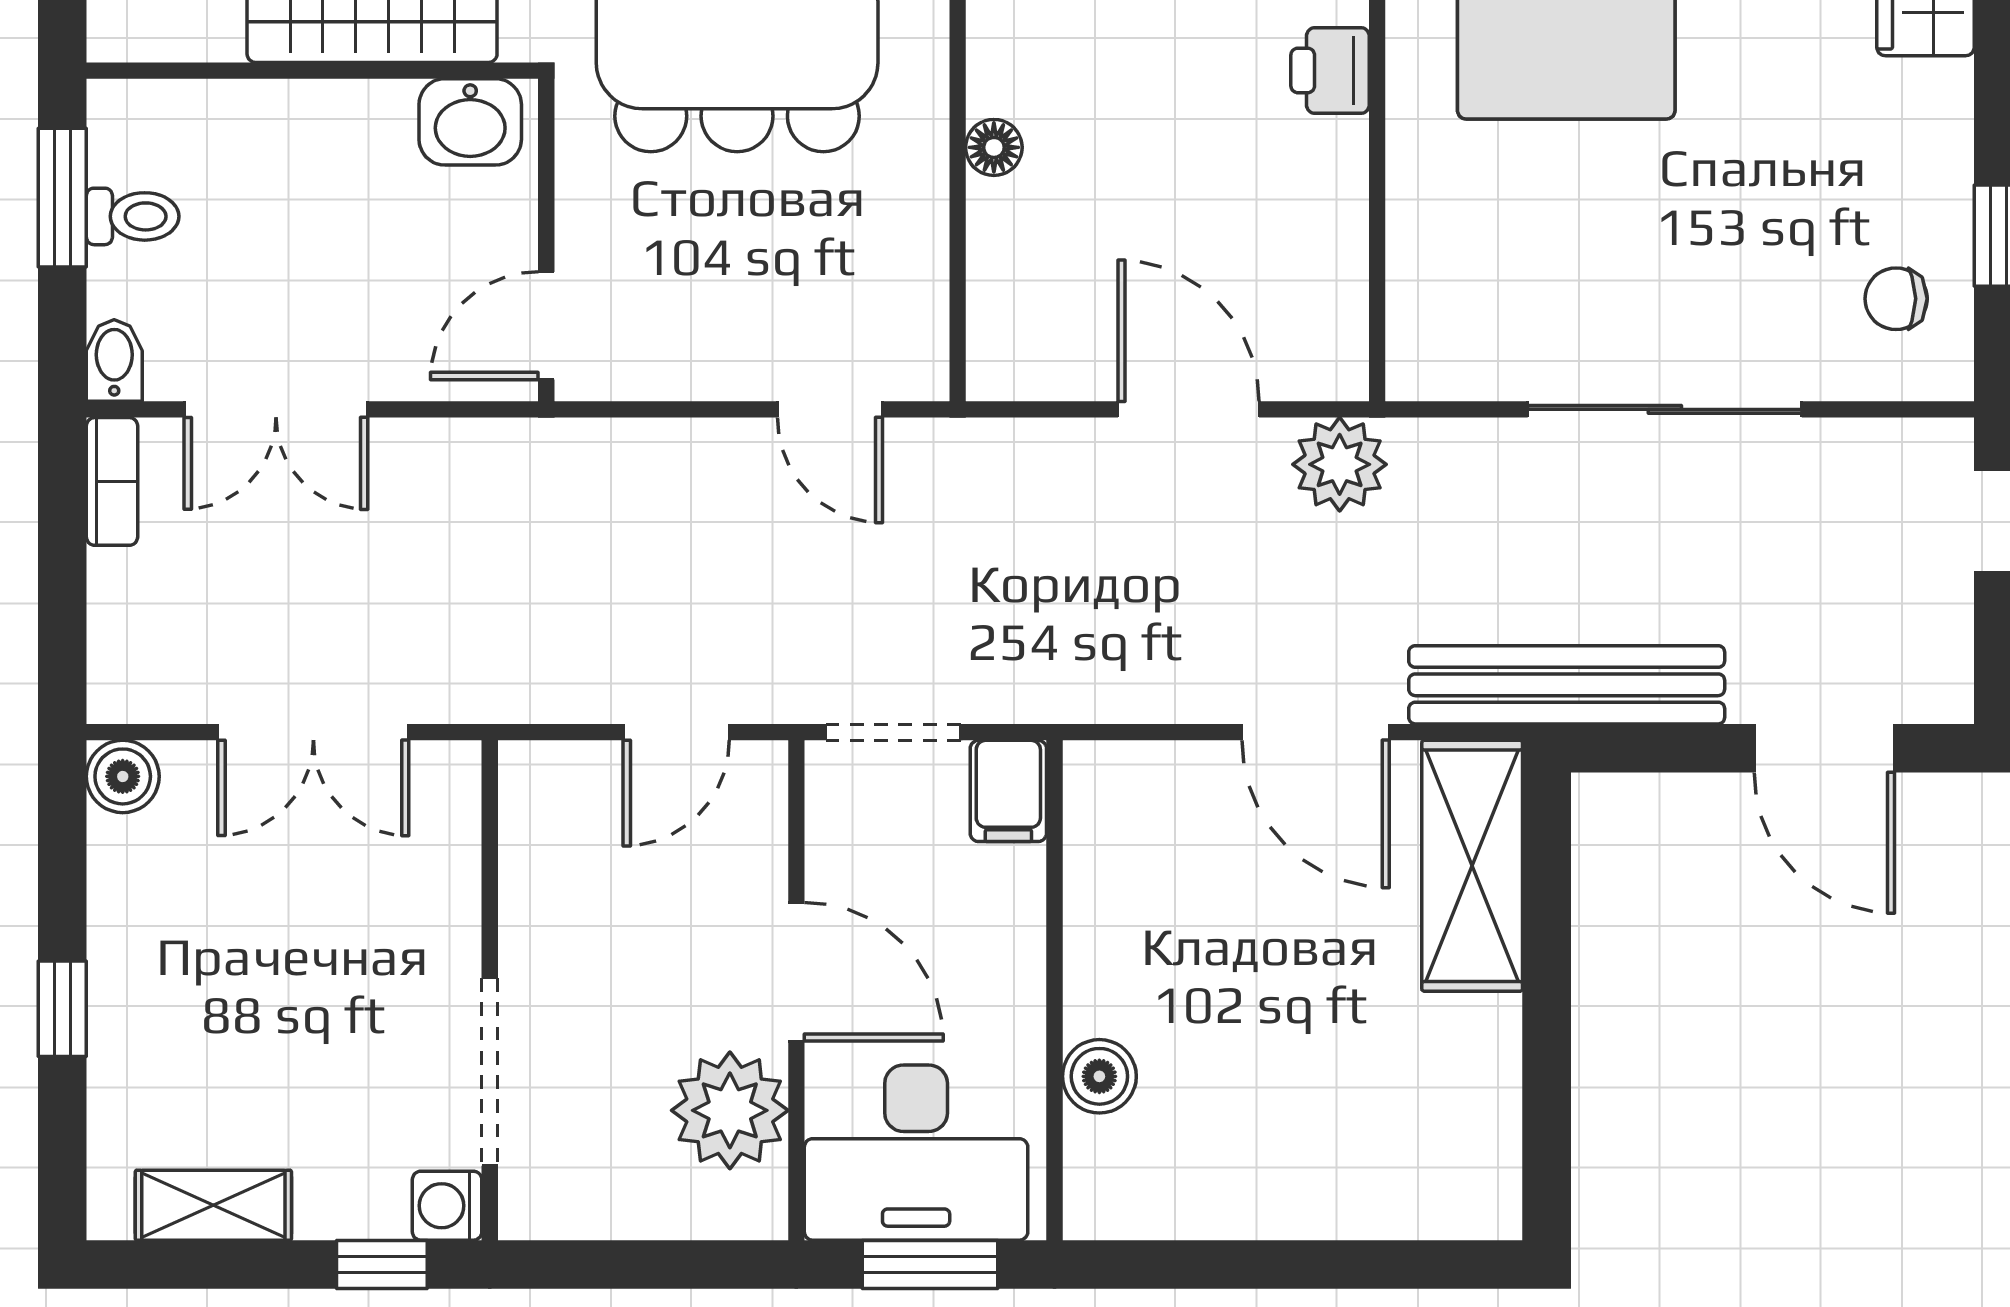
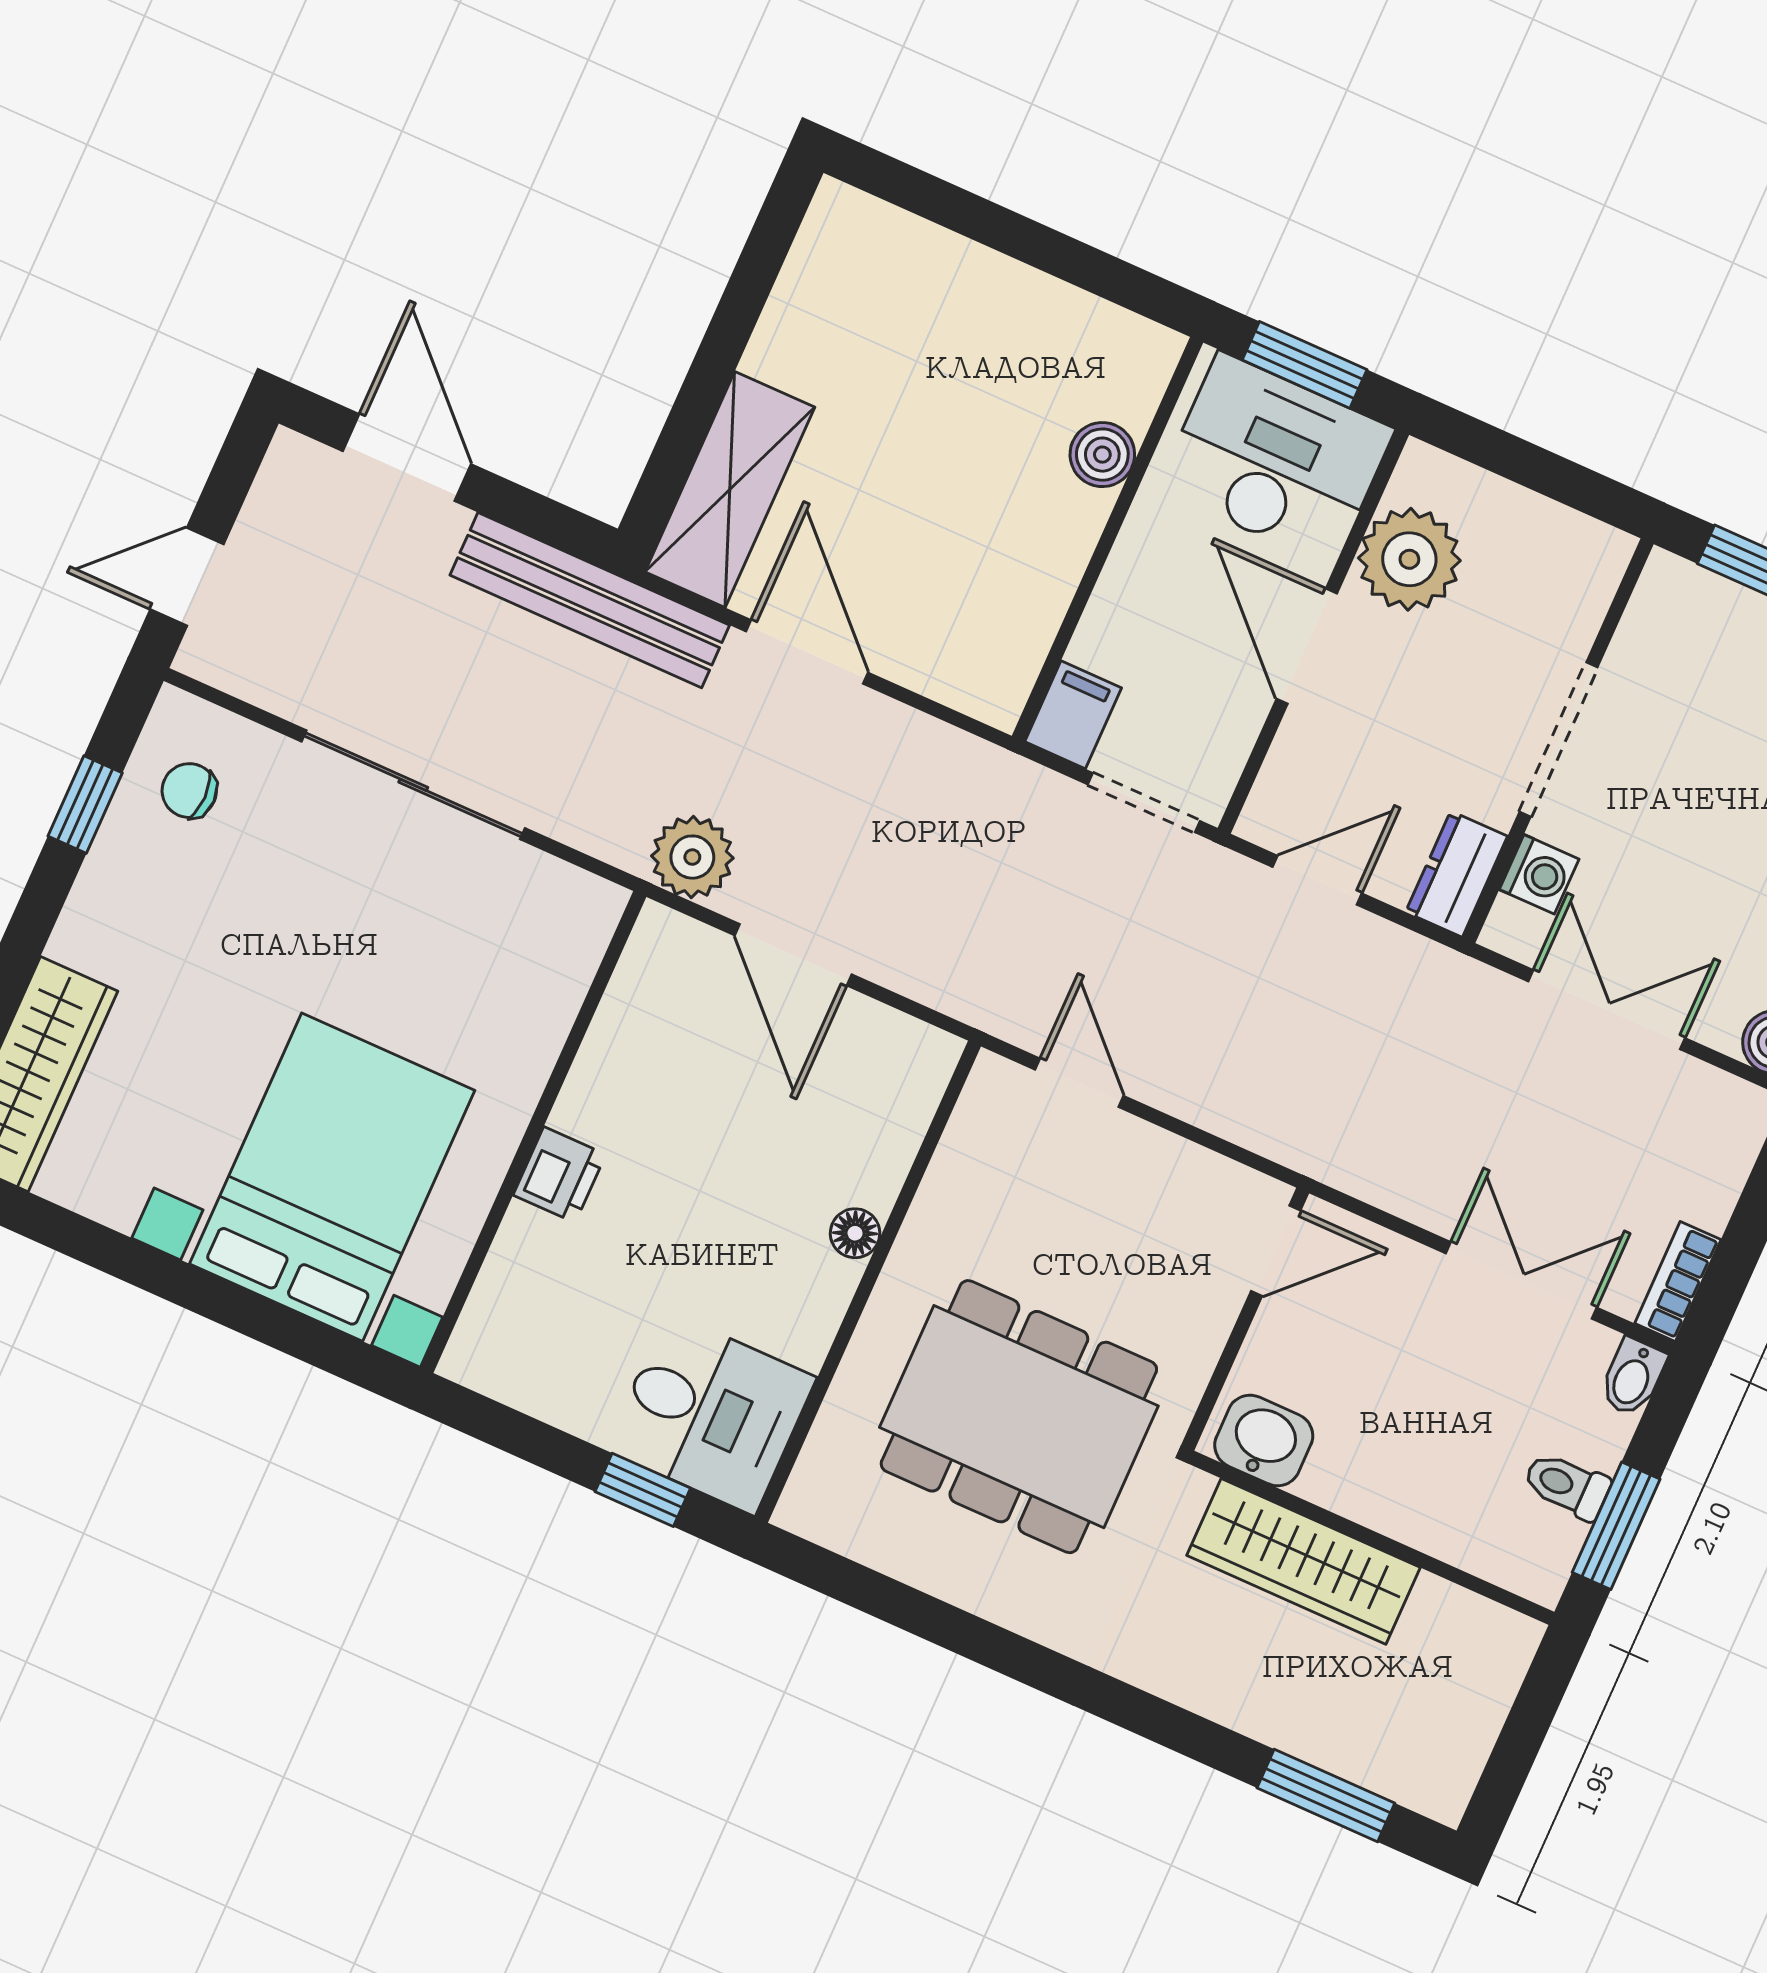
chair: (1896, 299) -> (189, 791), turned 180
dresser: (534, 804) -> (1456, 874), added
doorway: (490, 1072) -> (1559, 740), moved
washing machine: (447, 1206) -> (1539, 874), moved

